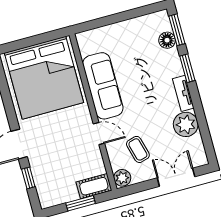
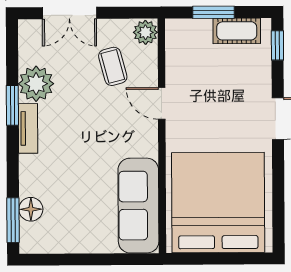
window: (187, 68) -> (12, 105), moved
sofa: (103, 86) -> (138, 206), moved
window: (28, 178) -> (277, 45), moved
cot: (94, 186) -> (237, 31), moved

